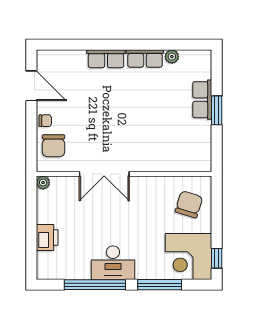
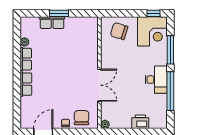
chair: (54, 146) -> (82, 118), turned -90

